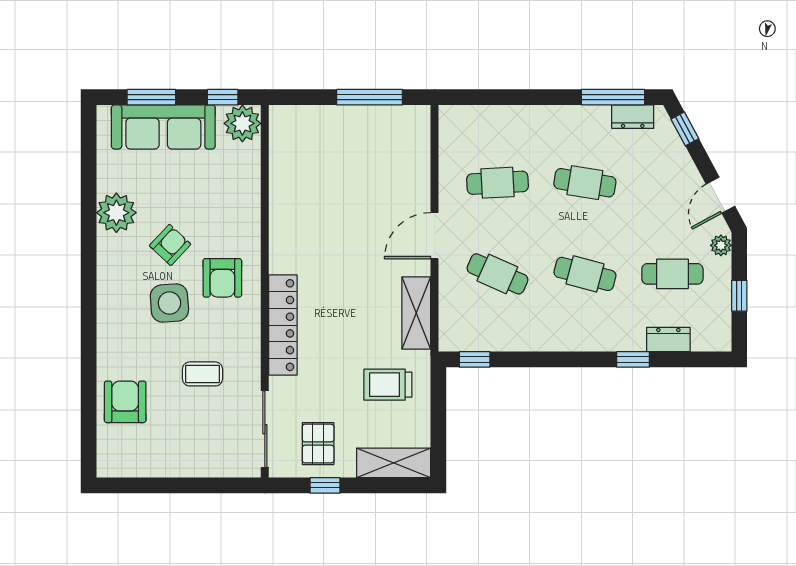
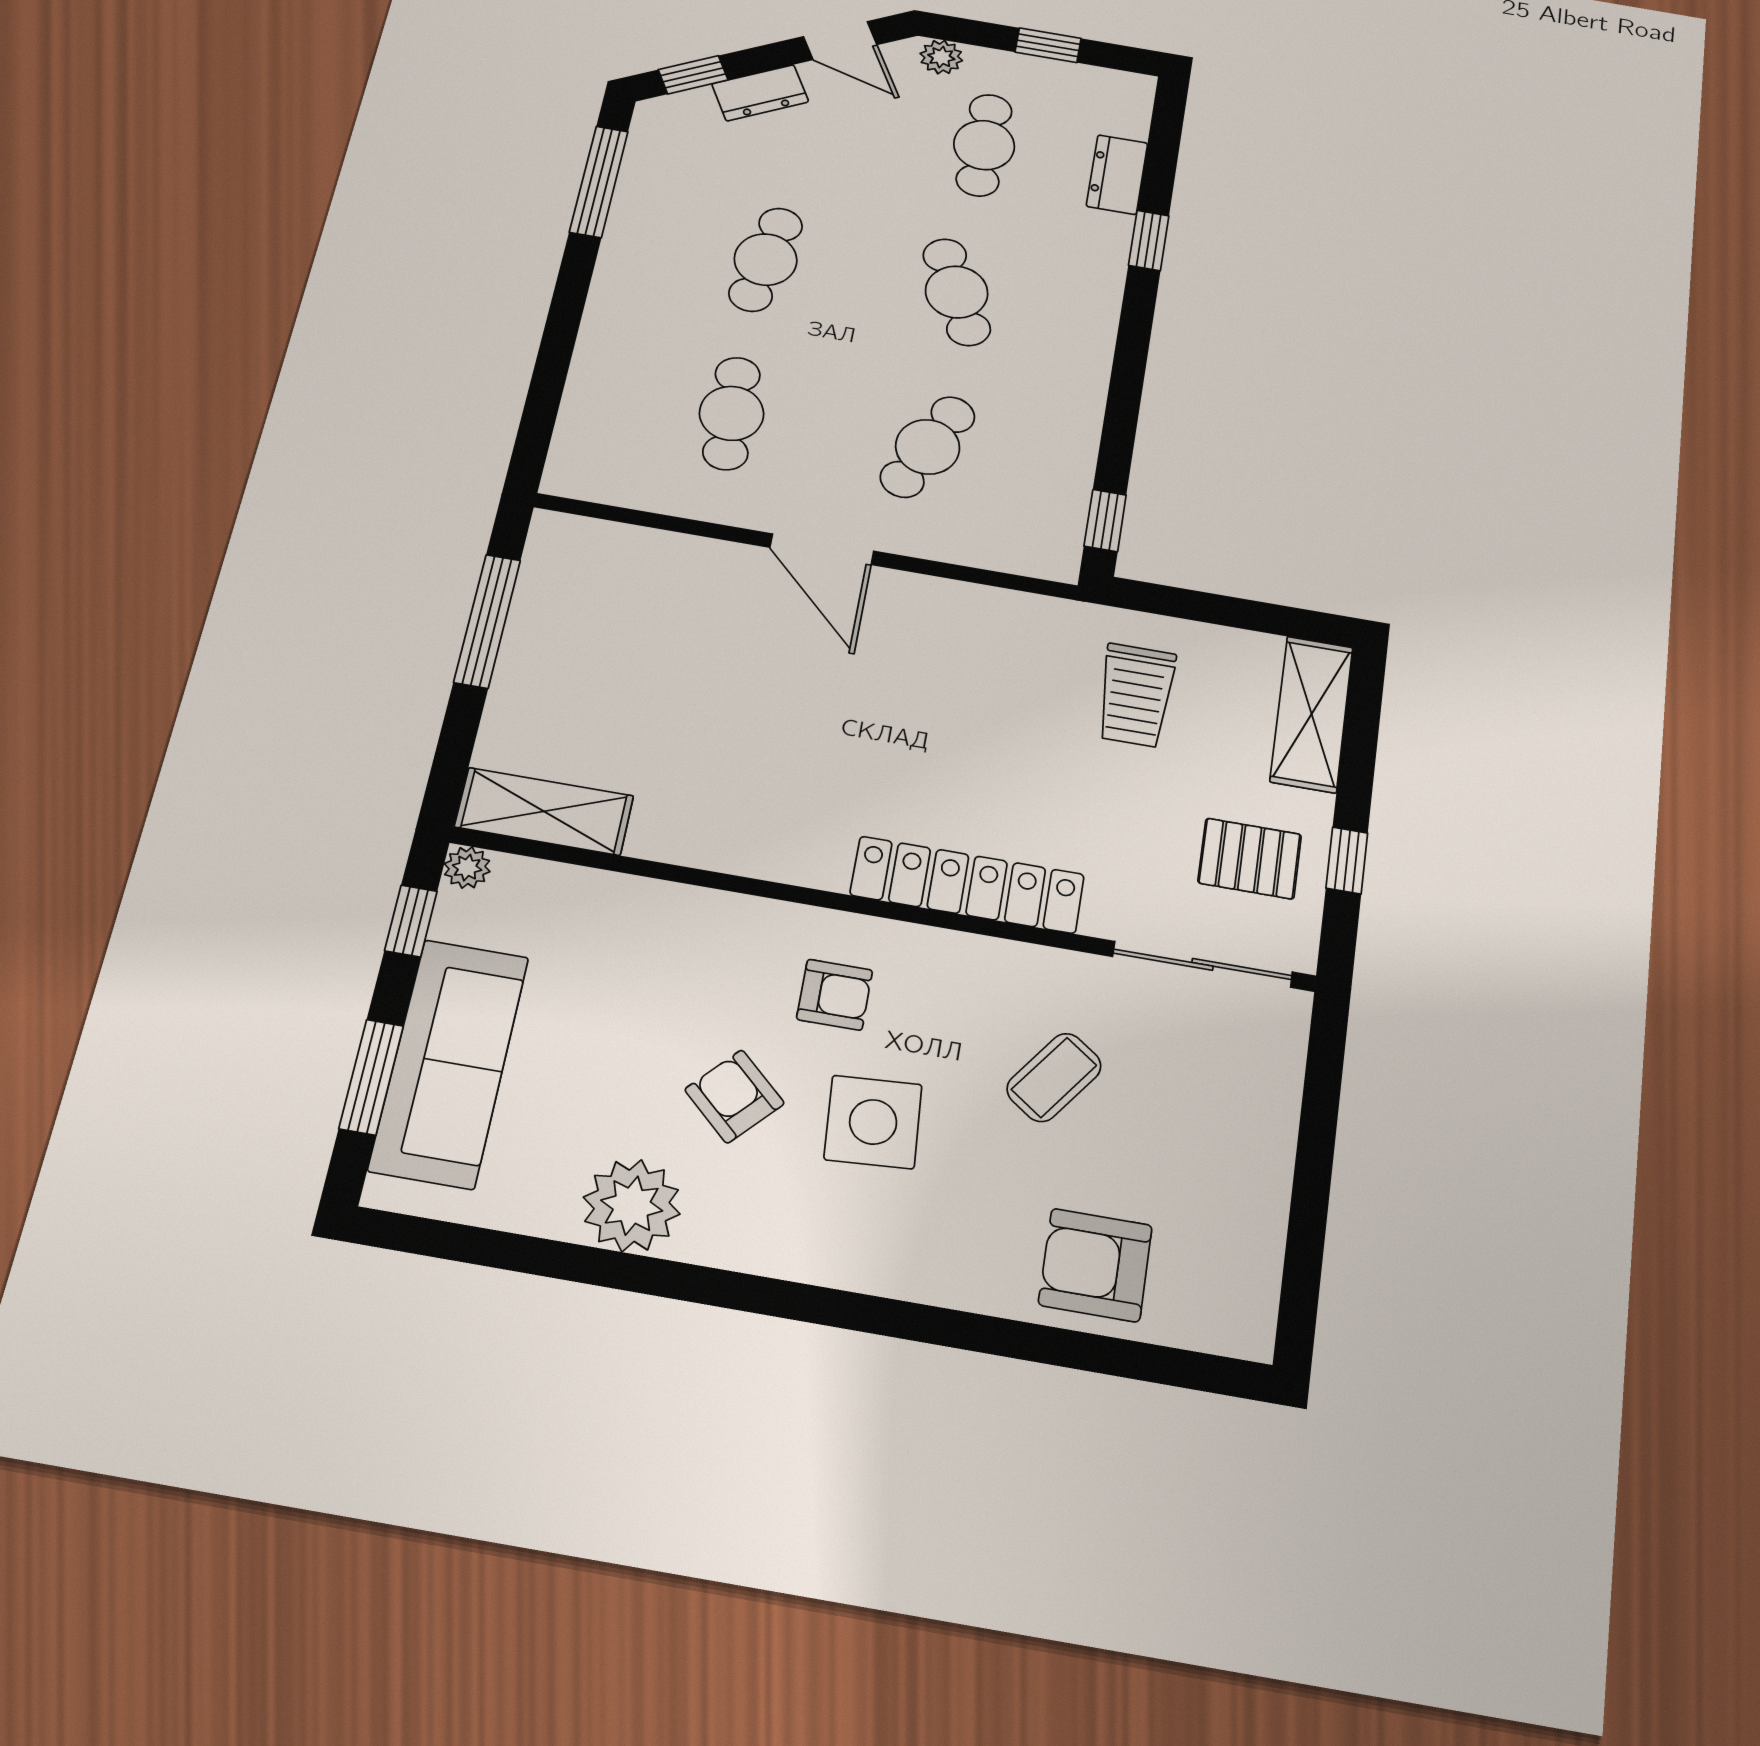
dresser: (633, 117) -> (760, 93), moved, turned 62
plant: (242, 123) -> (467, 868), width x0.53, depth x0.53
cafe table: (585, 274) -> (957, 292), turned -39
armchair: (222, 278) -> (835, 995), width x0.72, depth x0.72
shelving: (416, 313) -> (544, 811), moved
coffee table: (202, 374) -> (1054, 1077), turned 36

